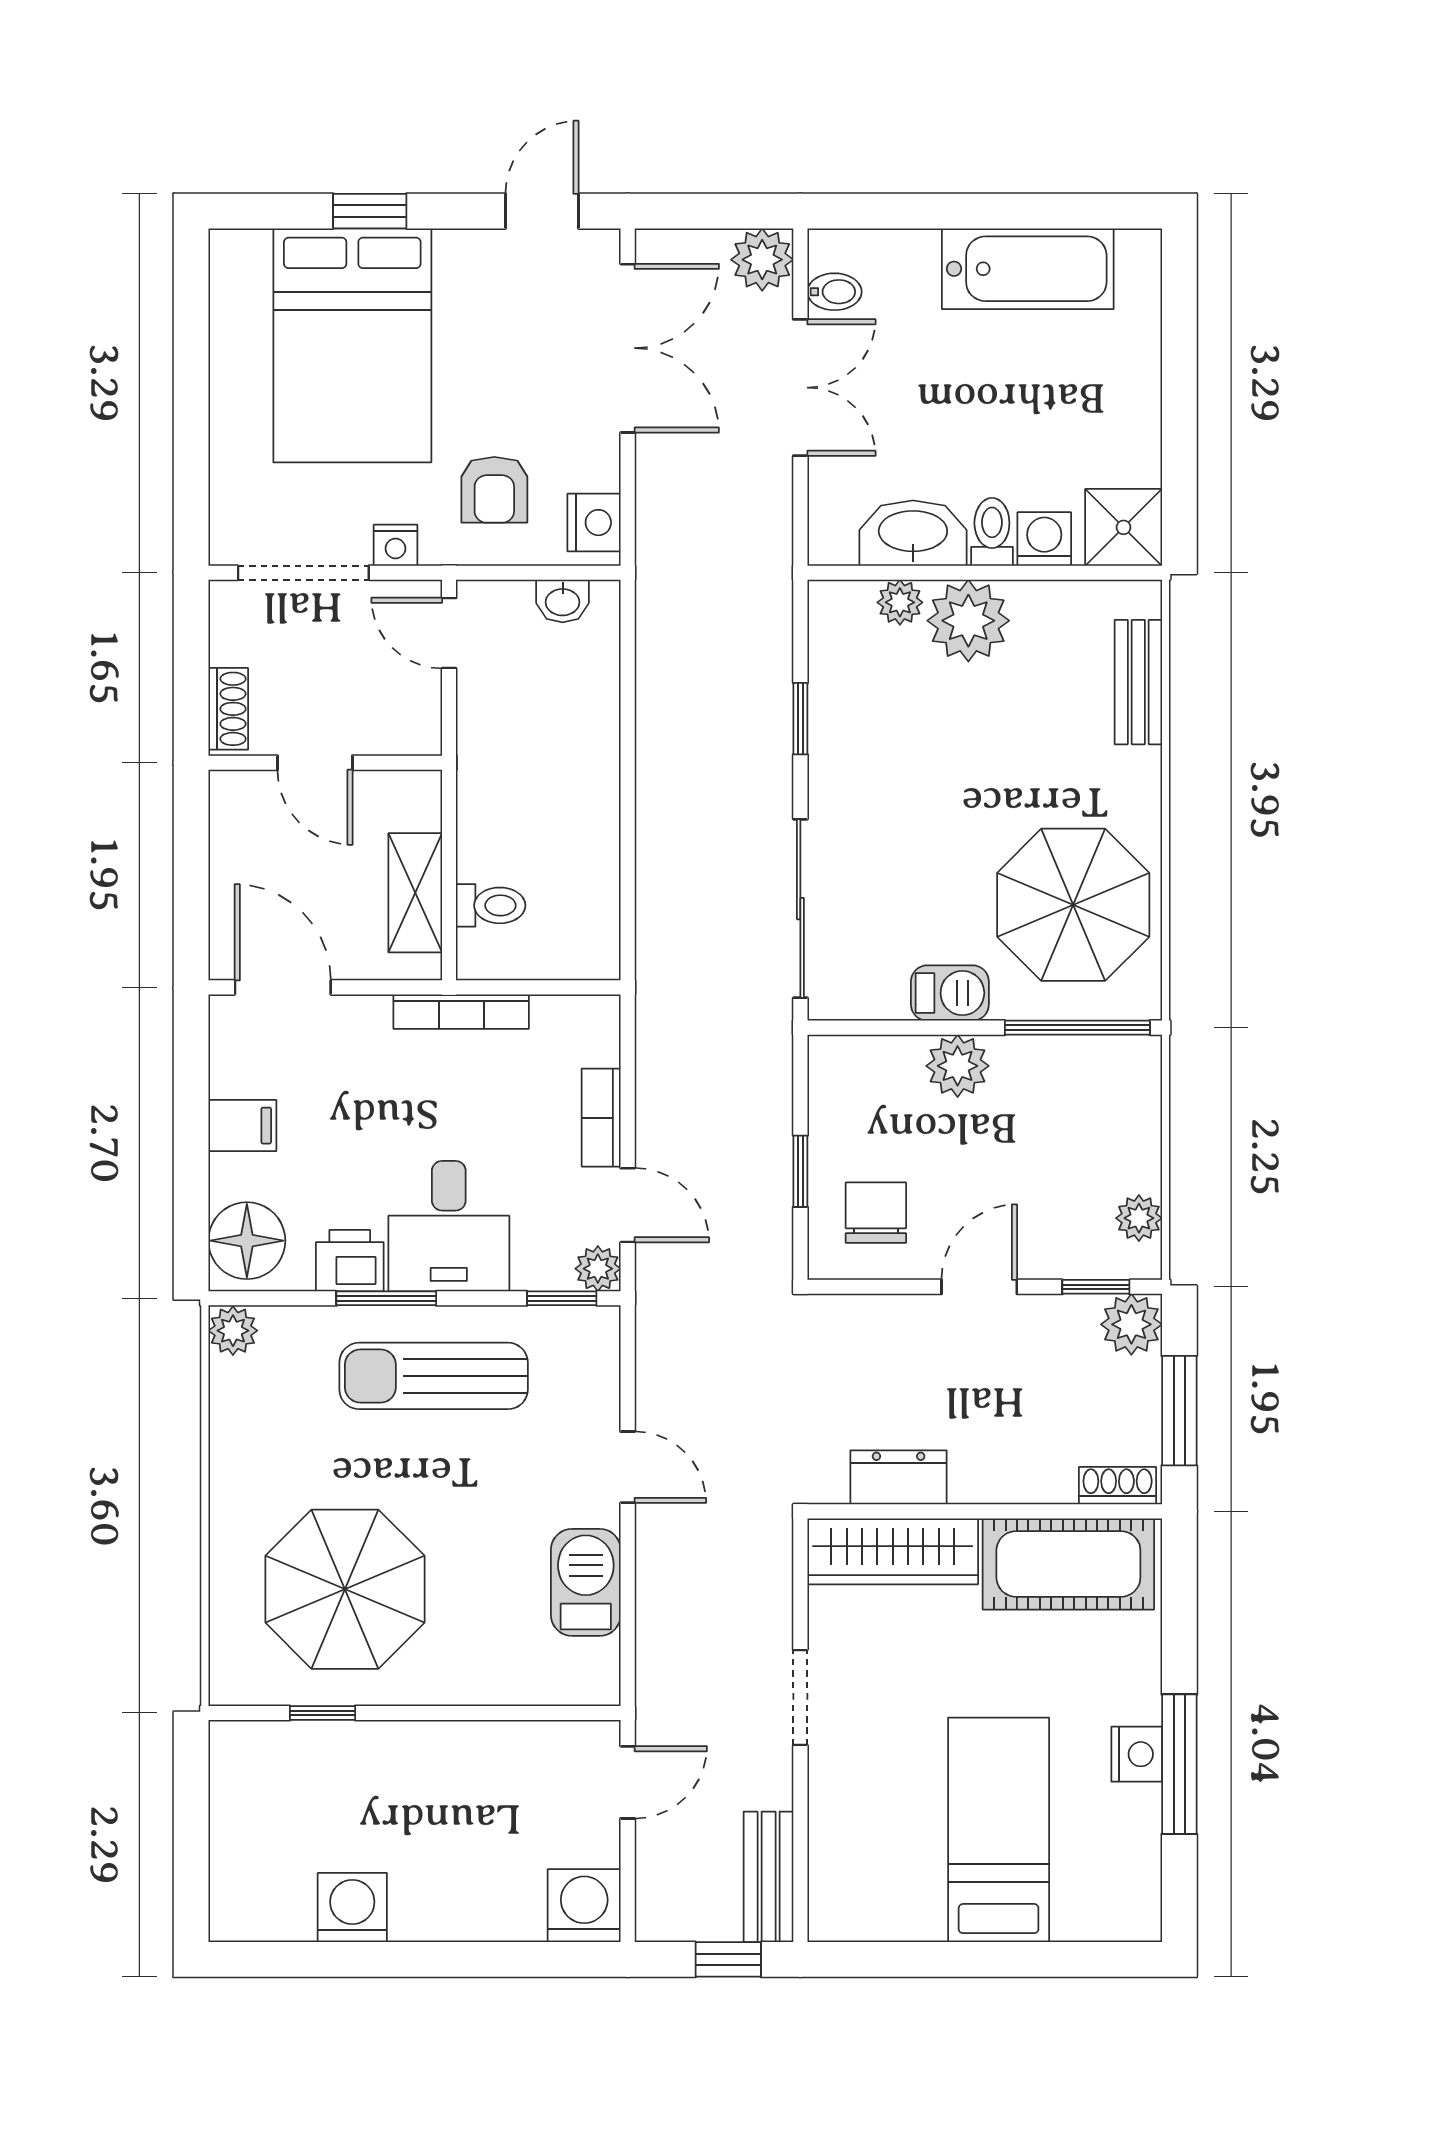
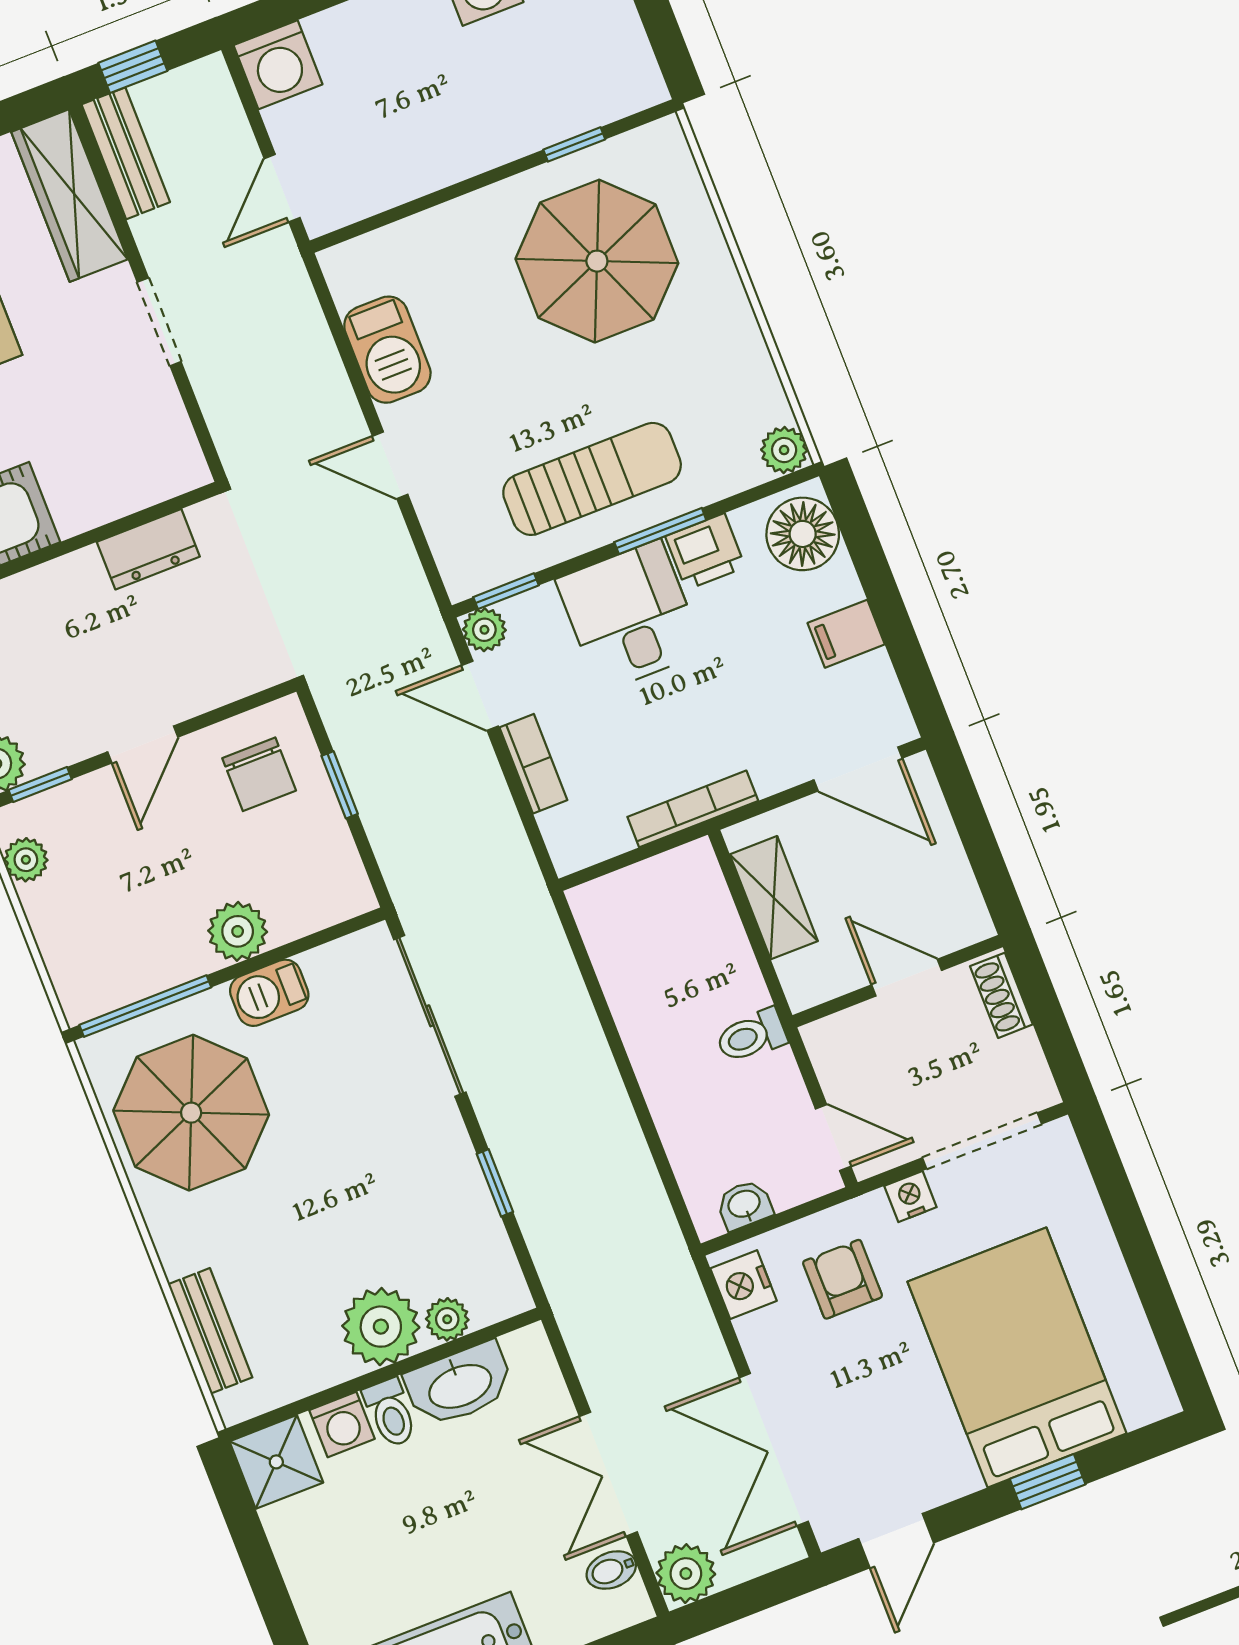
toilet: (491, 905) -> (751, 1036), moved
wardrobe: (893, 1551) -> (69, 196), moved, turned -90

